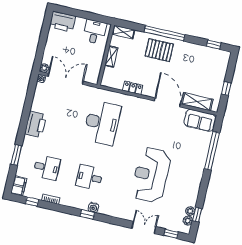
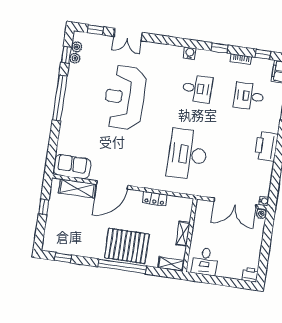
printer: (62, 22) -> (250, 275), width x0.53, depth x0.68
pallet: (159, 50) -> (127, 246), width x1.37, depth x1.41
door: (167, 102) -> (112, 185), hinge flipped
window: (212, 151) -> (60, 98), moved
reception desk: (151, 175) -> (125, 97), turned 180
window: (87, 214) -> (219, 48), moved

